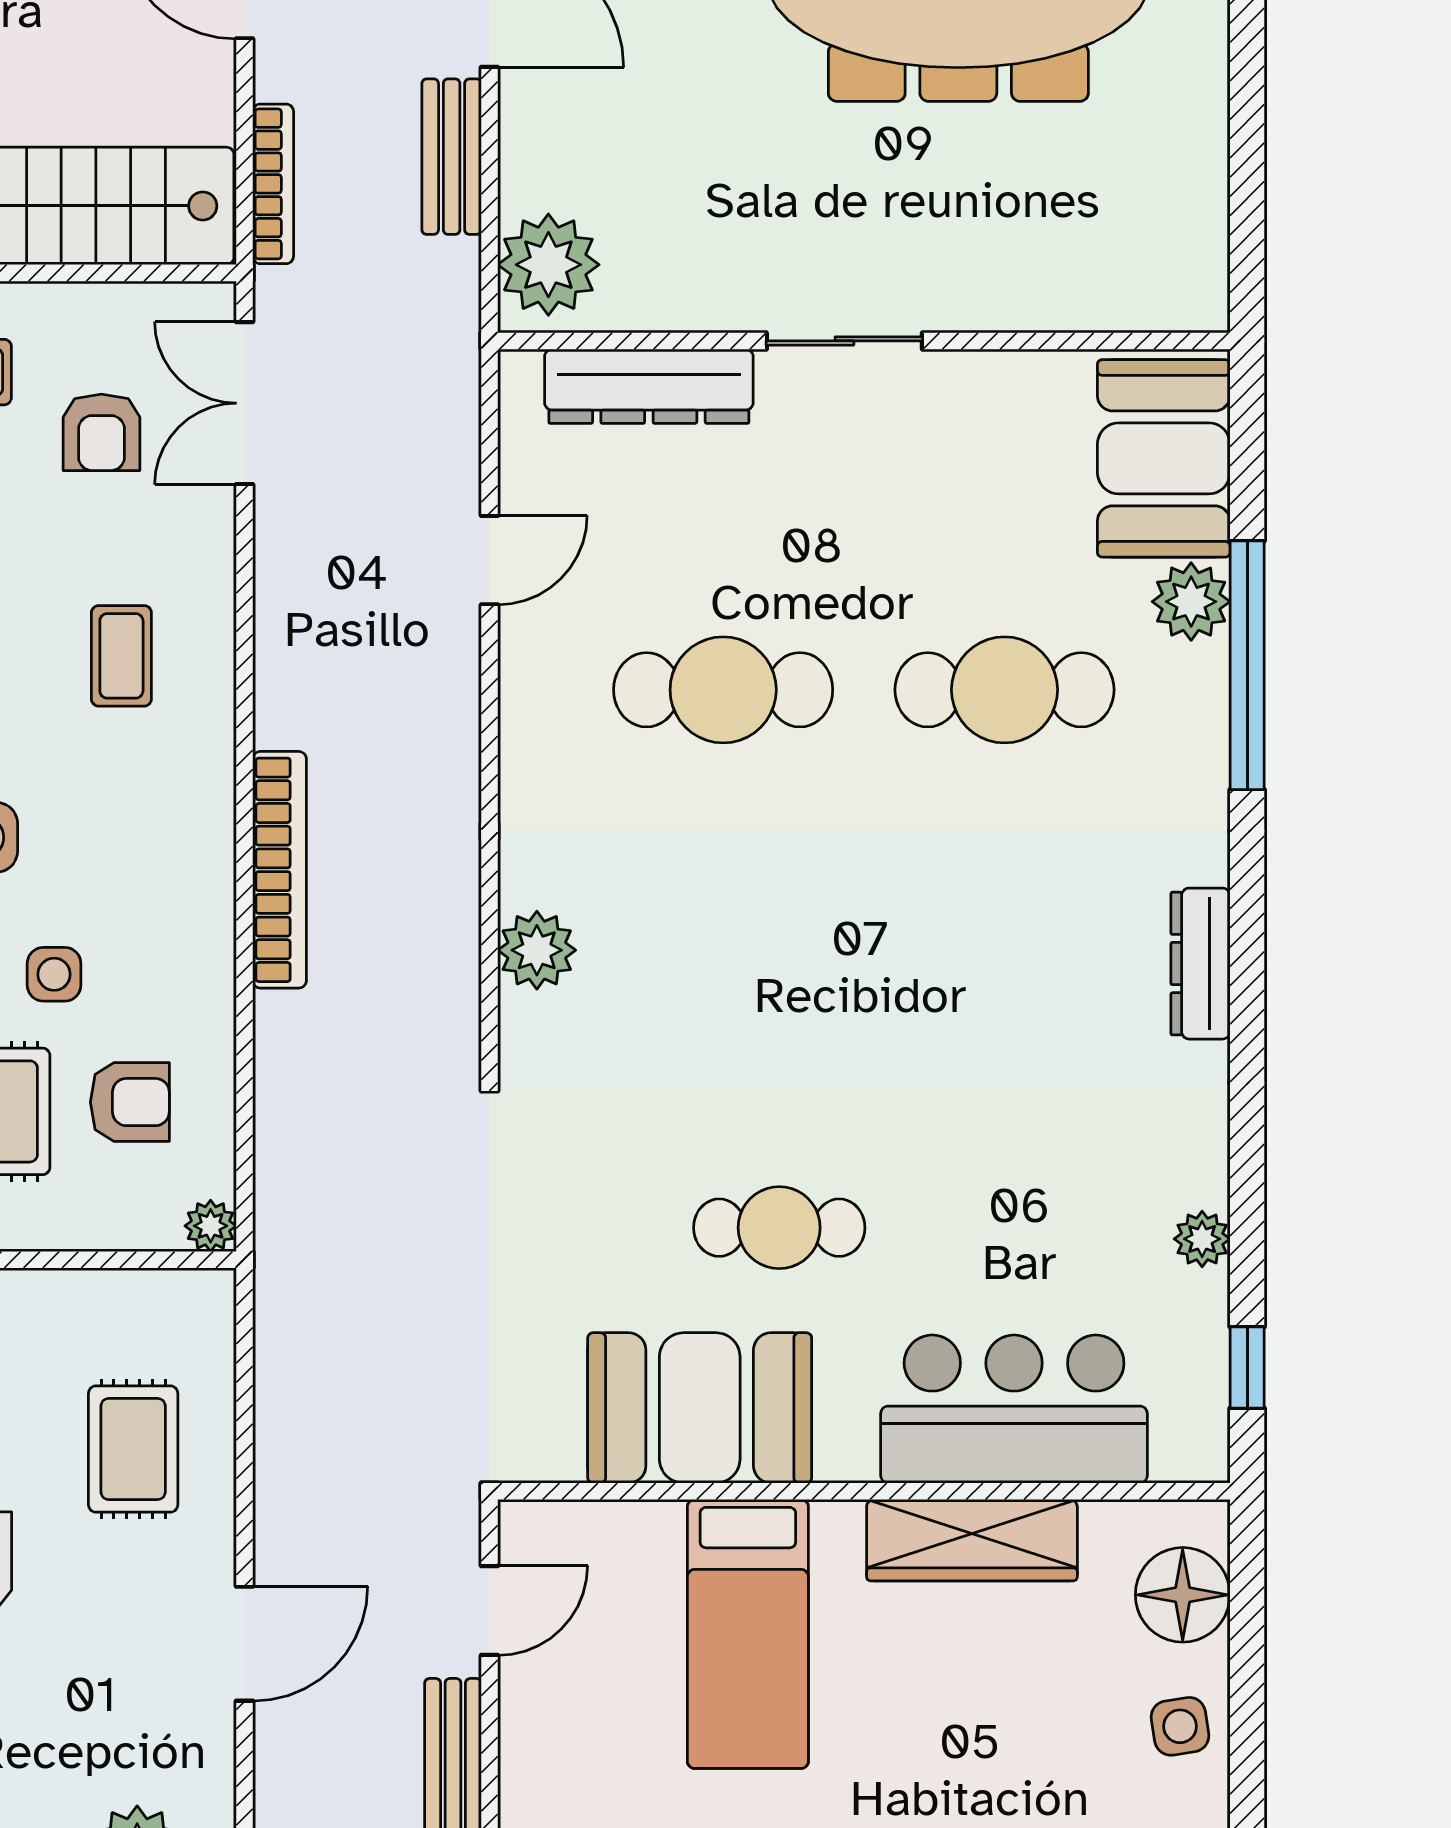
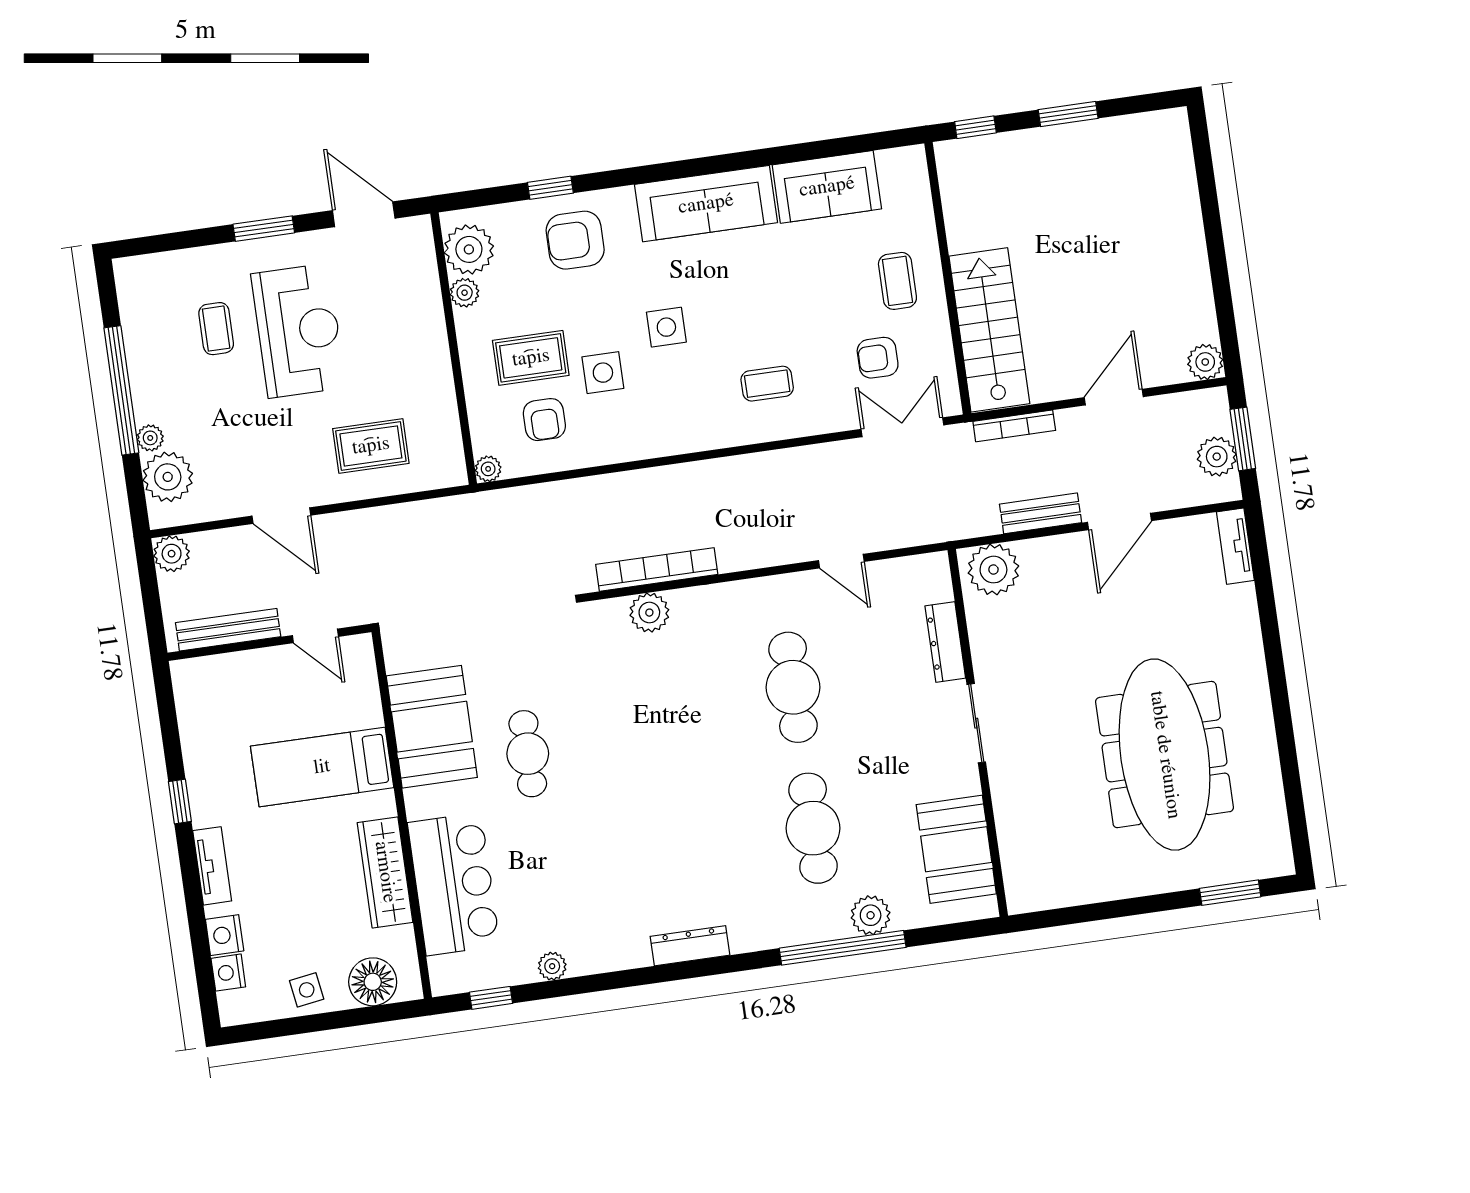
dresser: (649, 386) -> (945, 642), width x0.73, depth x0.80
booth: (1164, 458) -> (956, 849), moved, turned 90
bookcase: (280, 870) -> (657, 569), moved, turned 180
side table: (54, 974) -> (603, 373), width x1.37, depth x1.37

